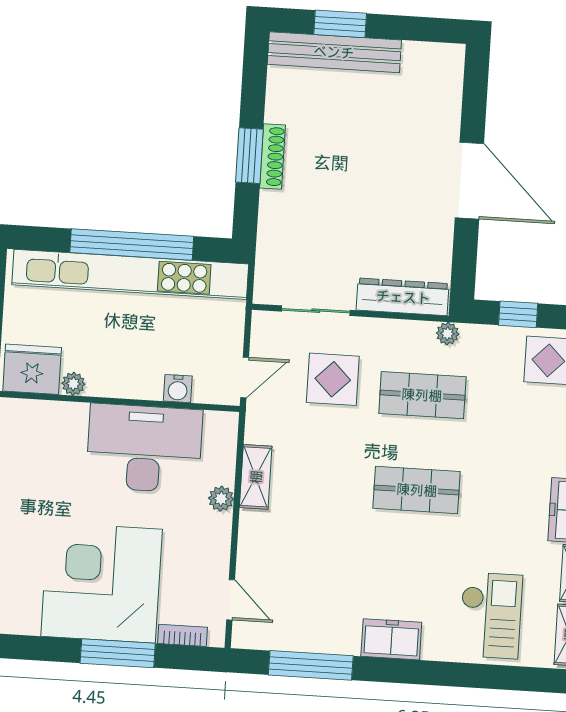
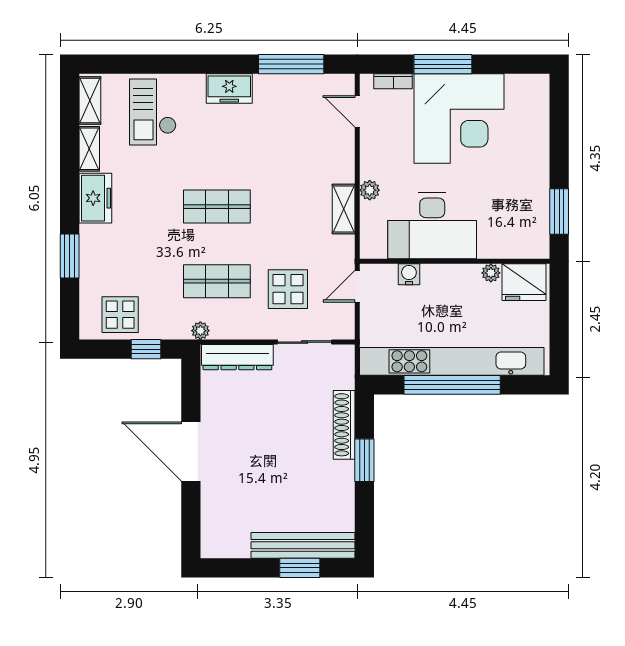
shoe rack: (272, 156) -> (344, 425), moved, width x1.36, depth x1.24

